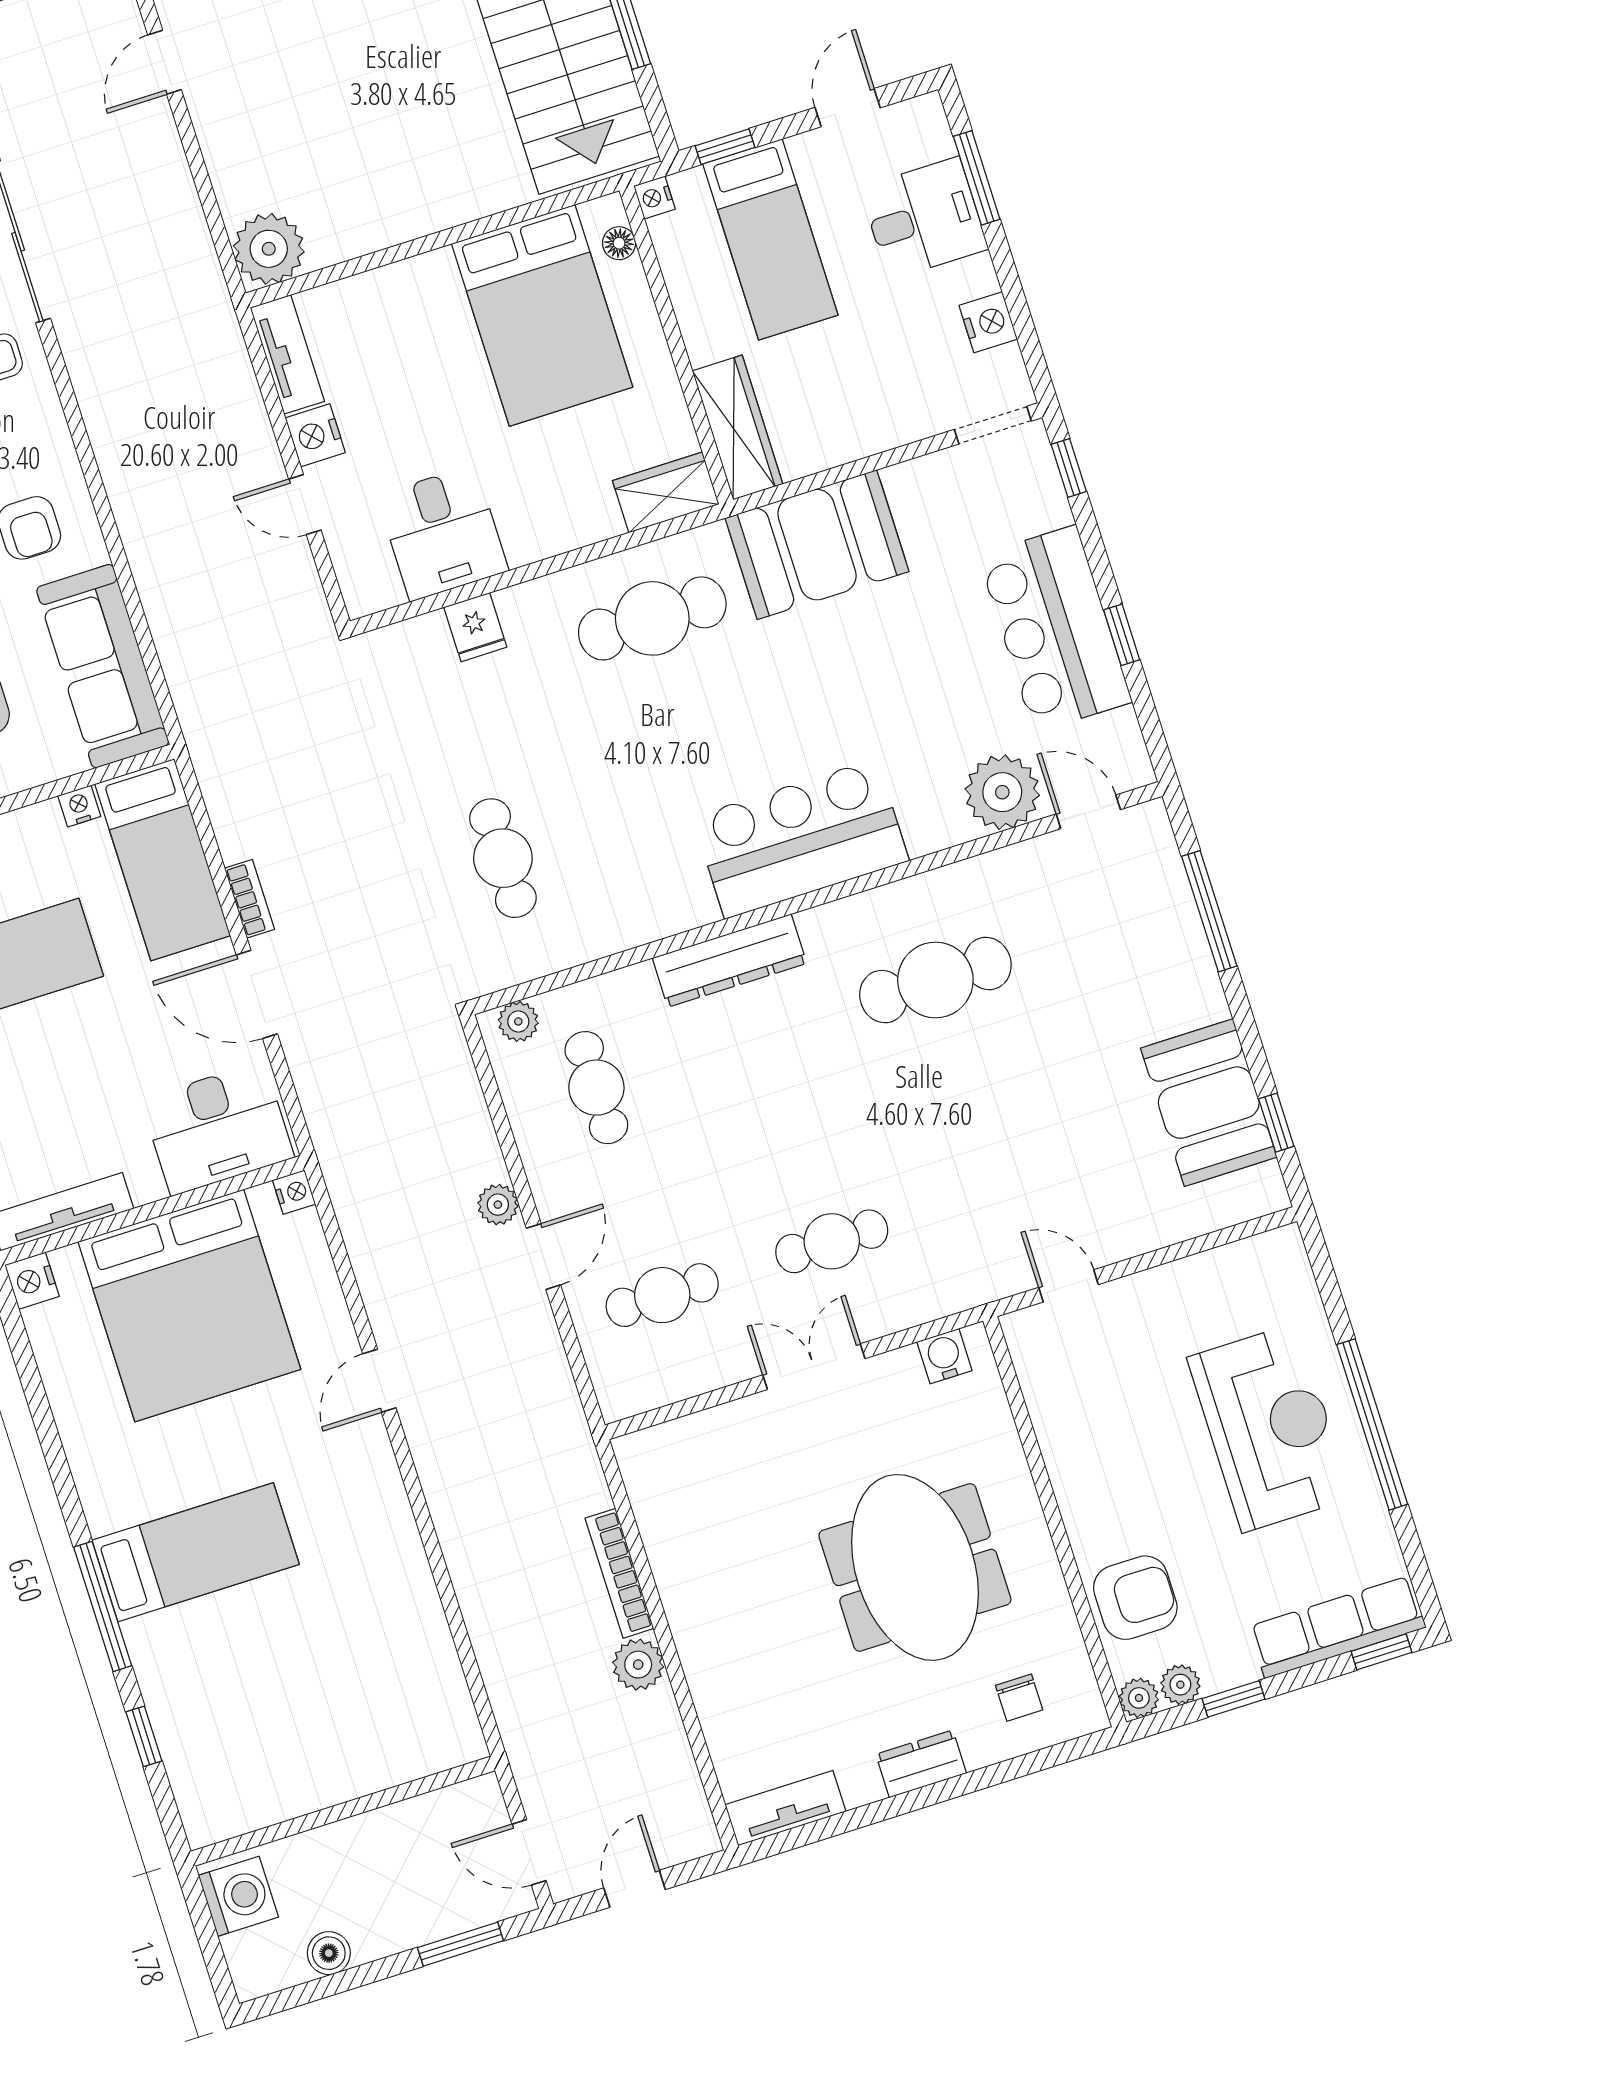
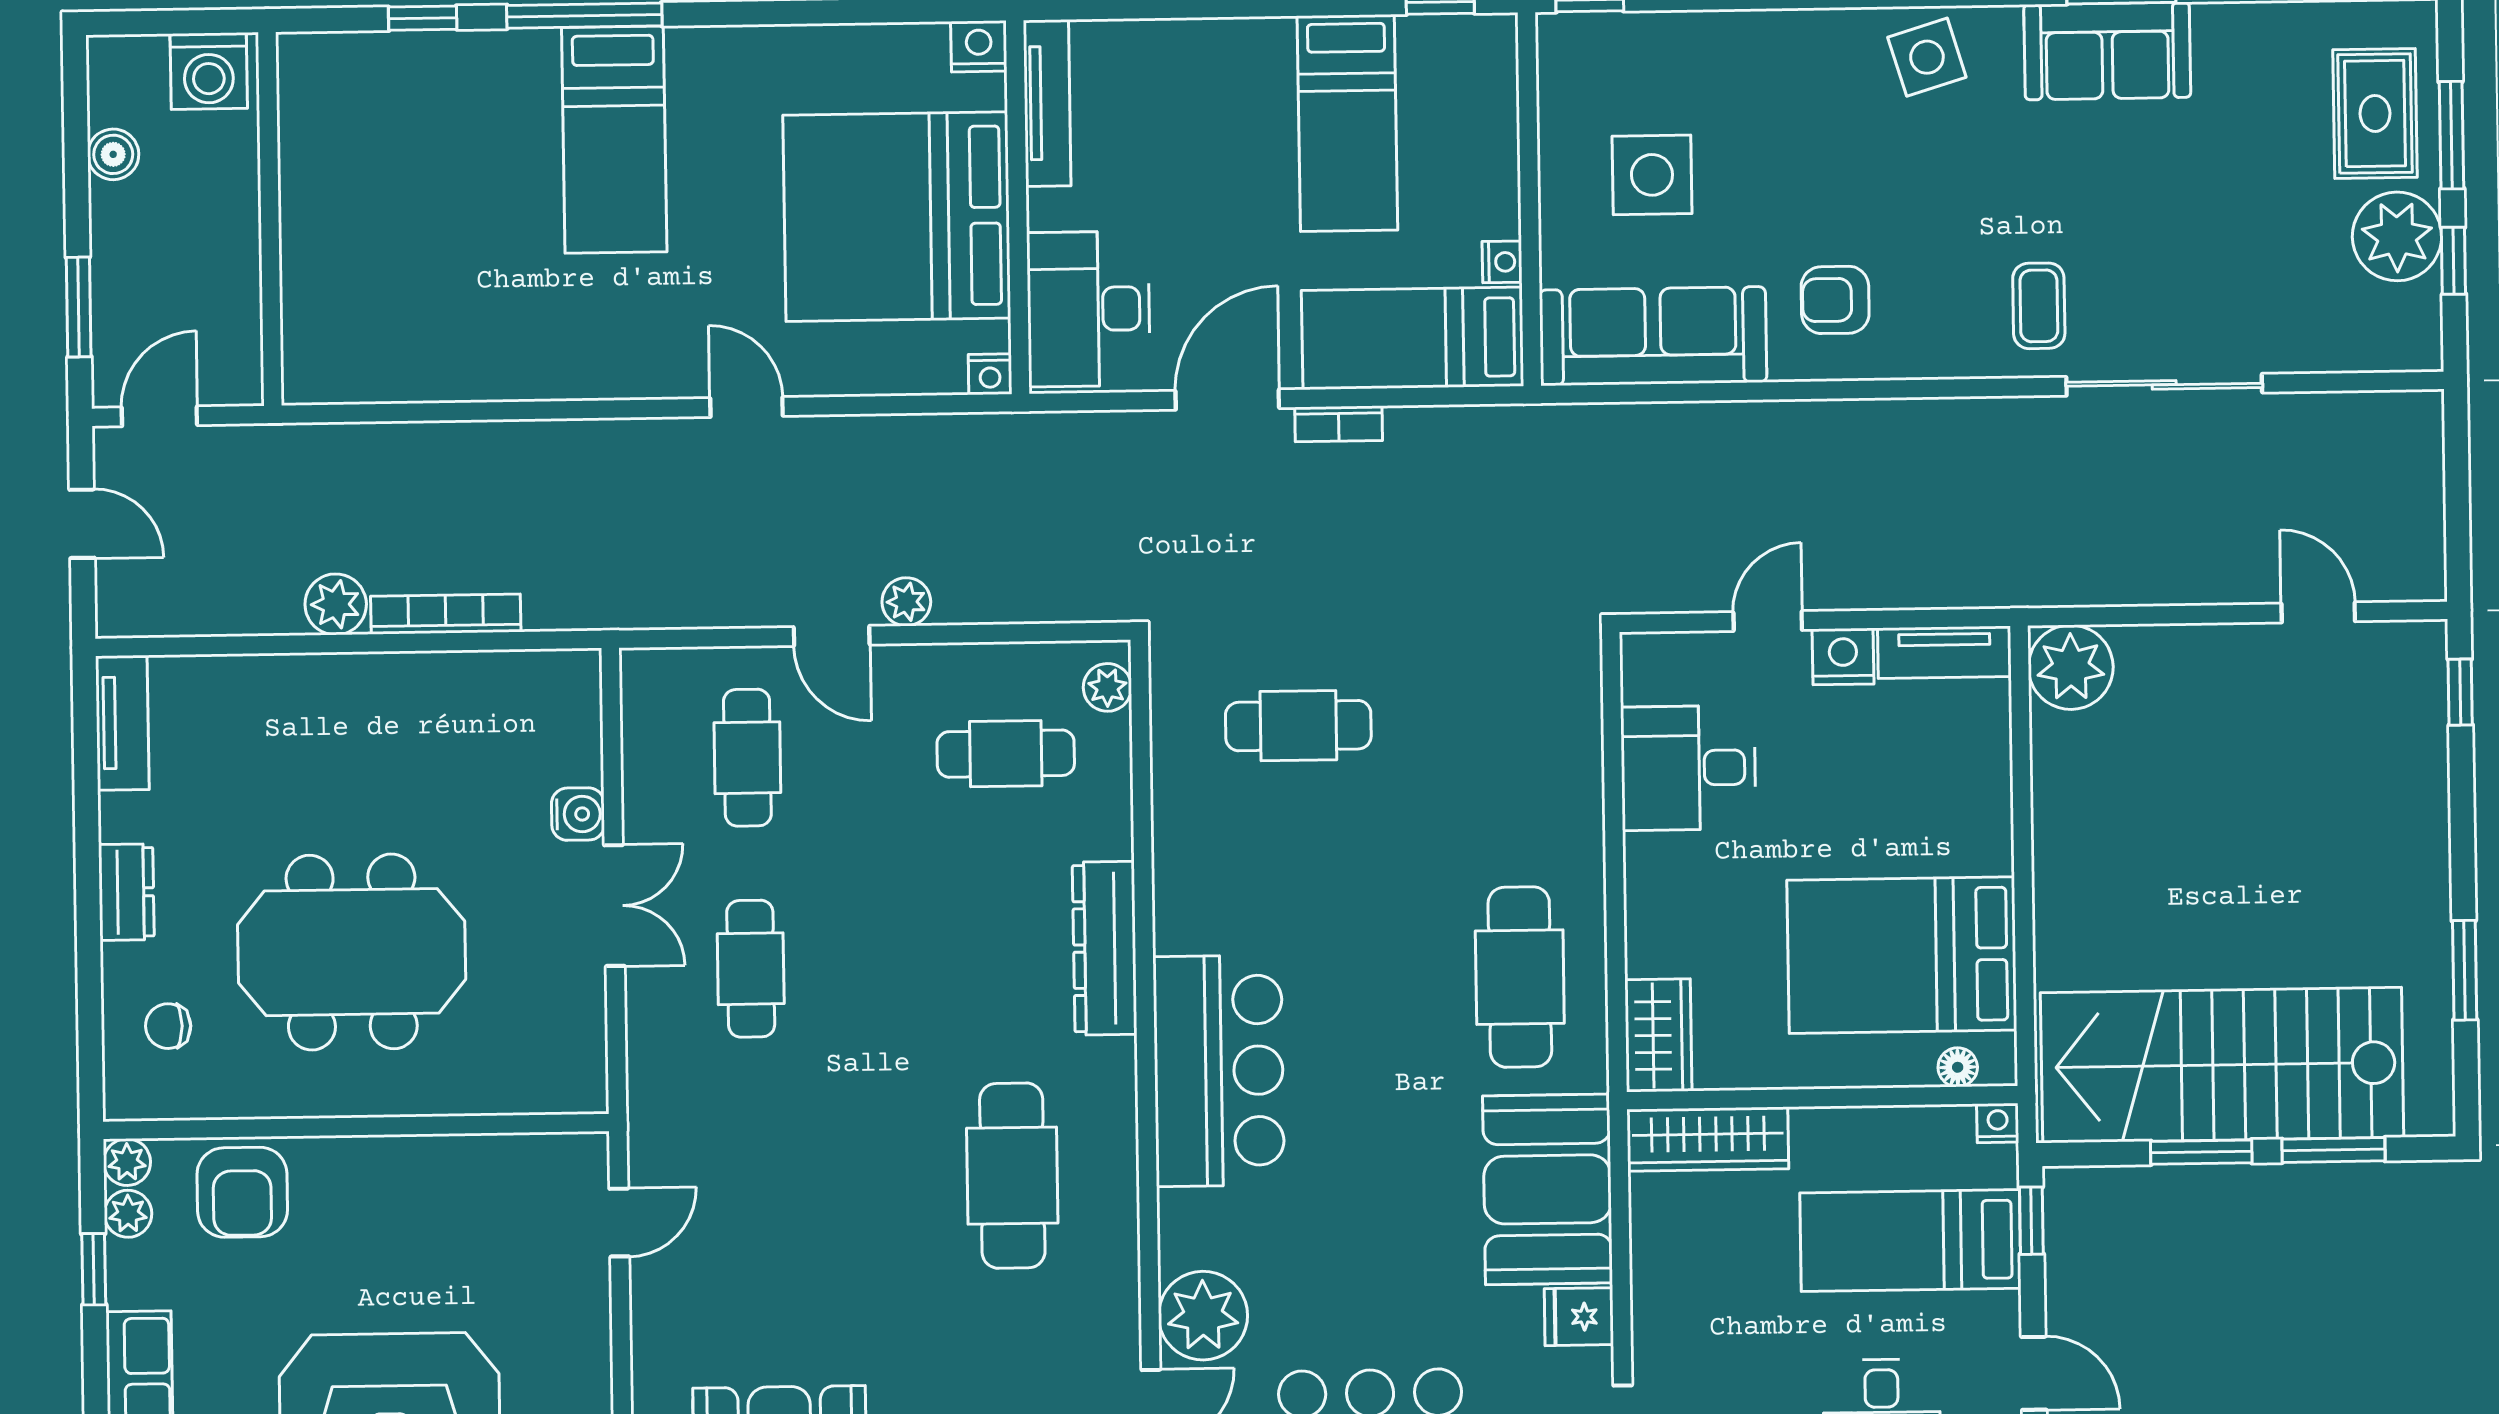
fridge: (475, 627) -> (1579, 1317), moved
water cooler: (944, 1356) -> (578, 814), moved

